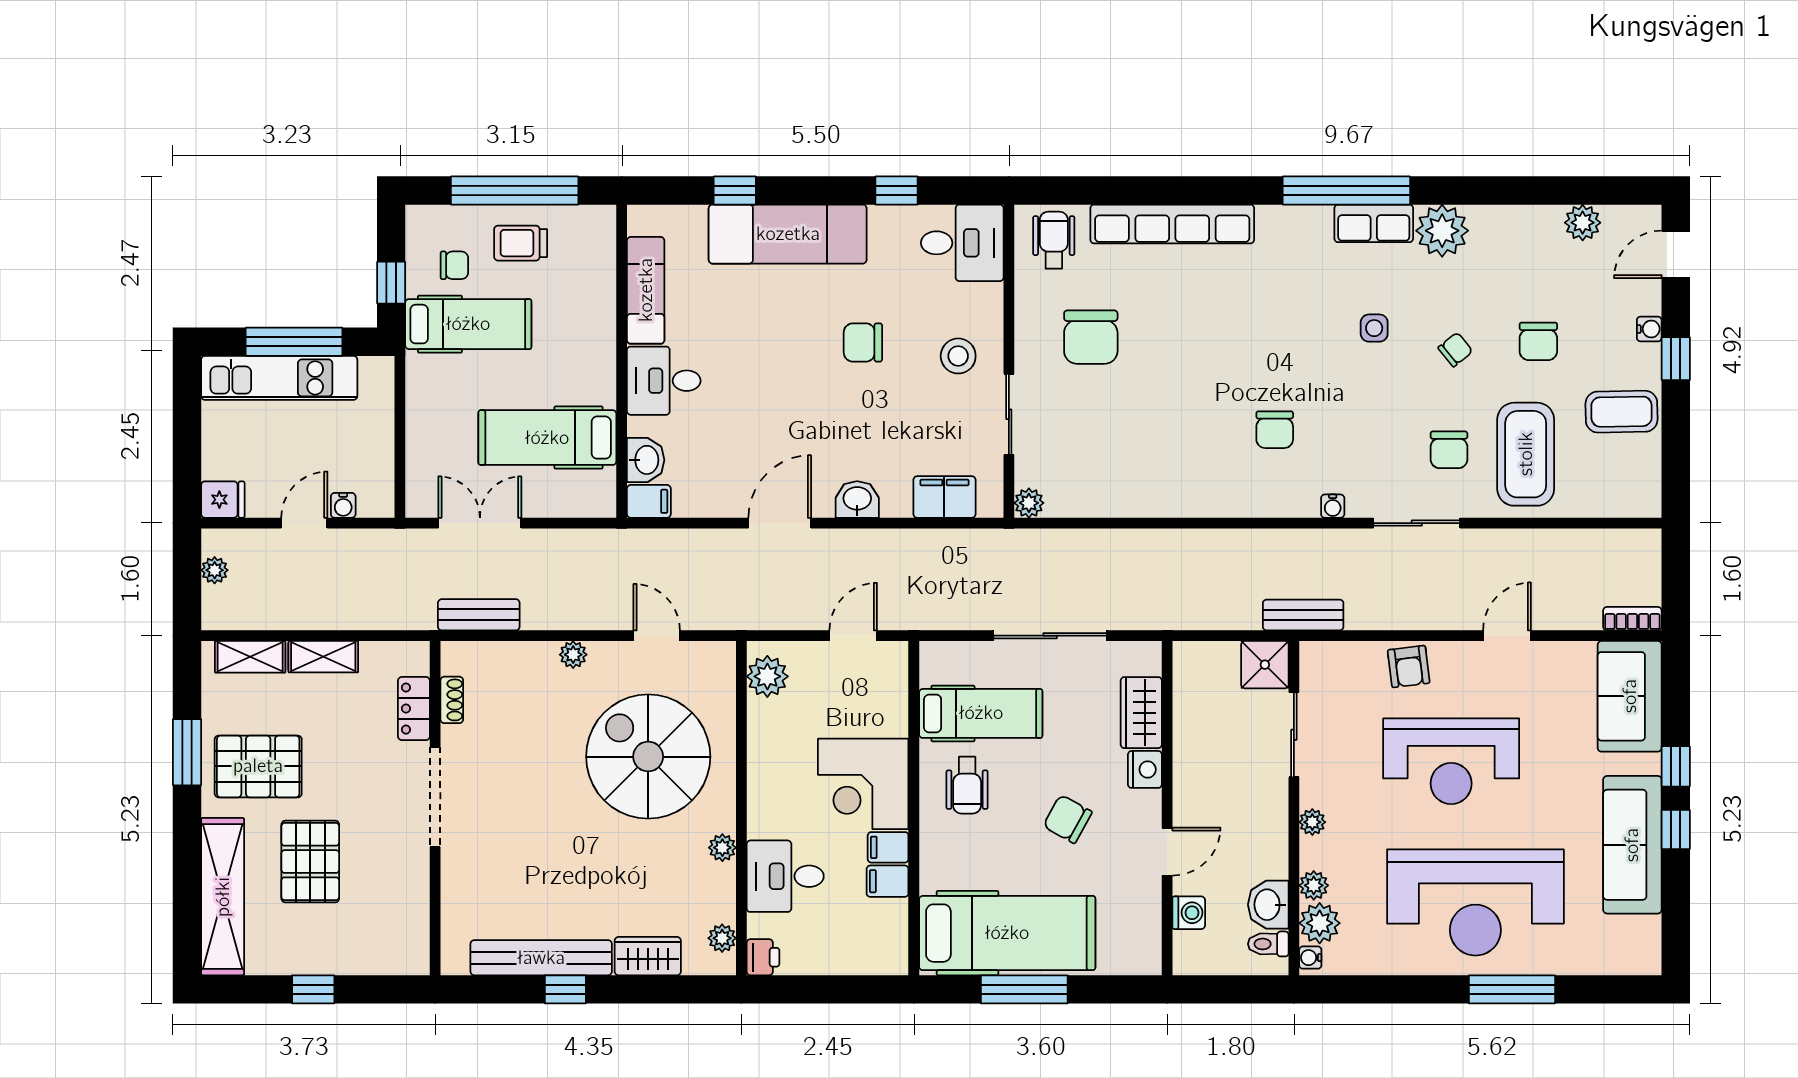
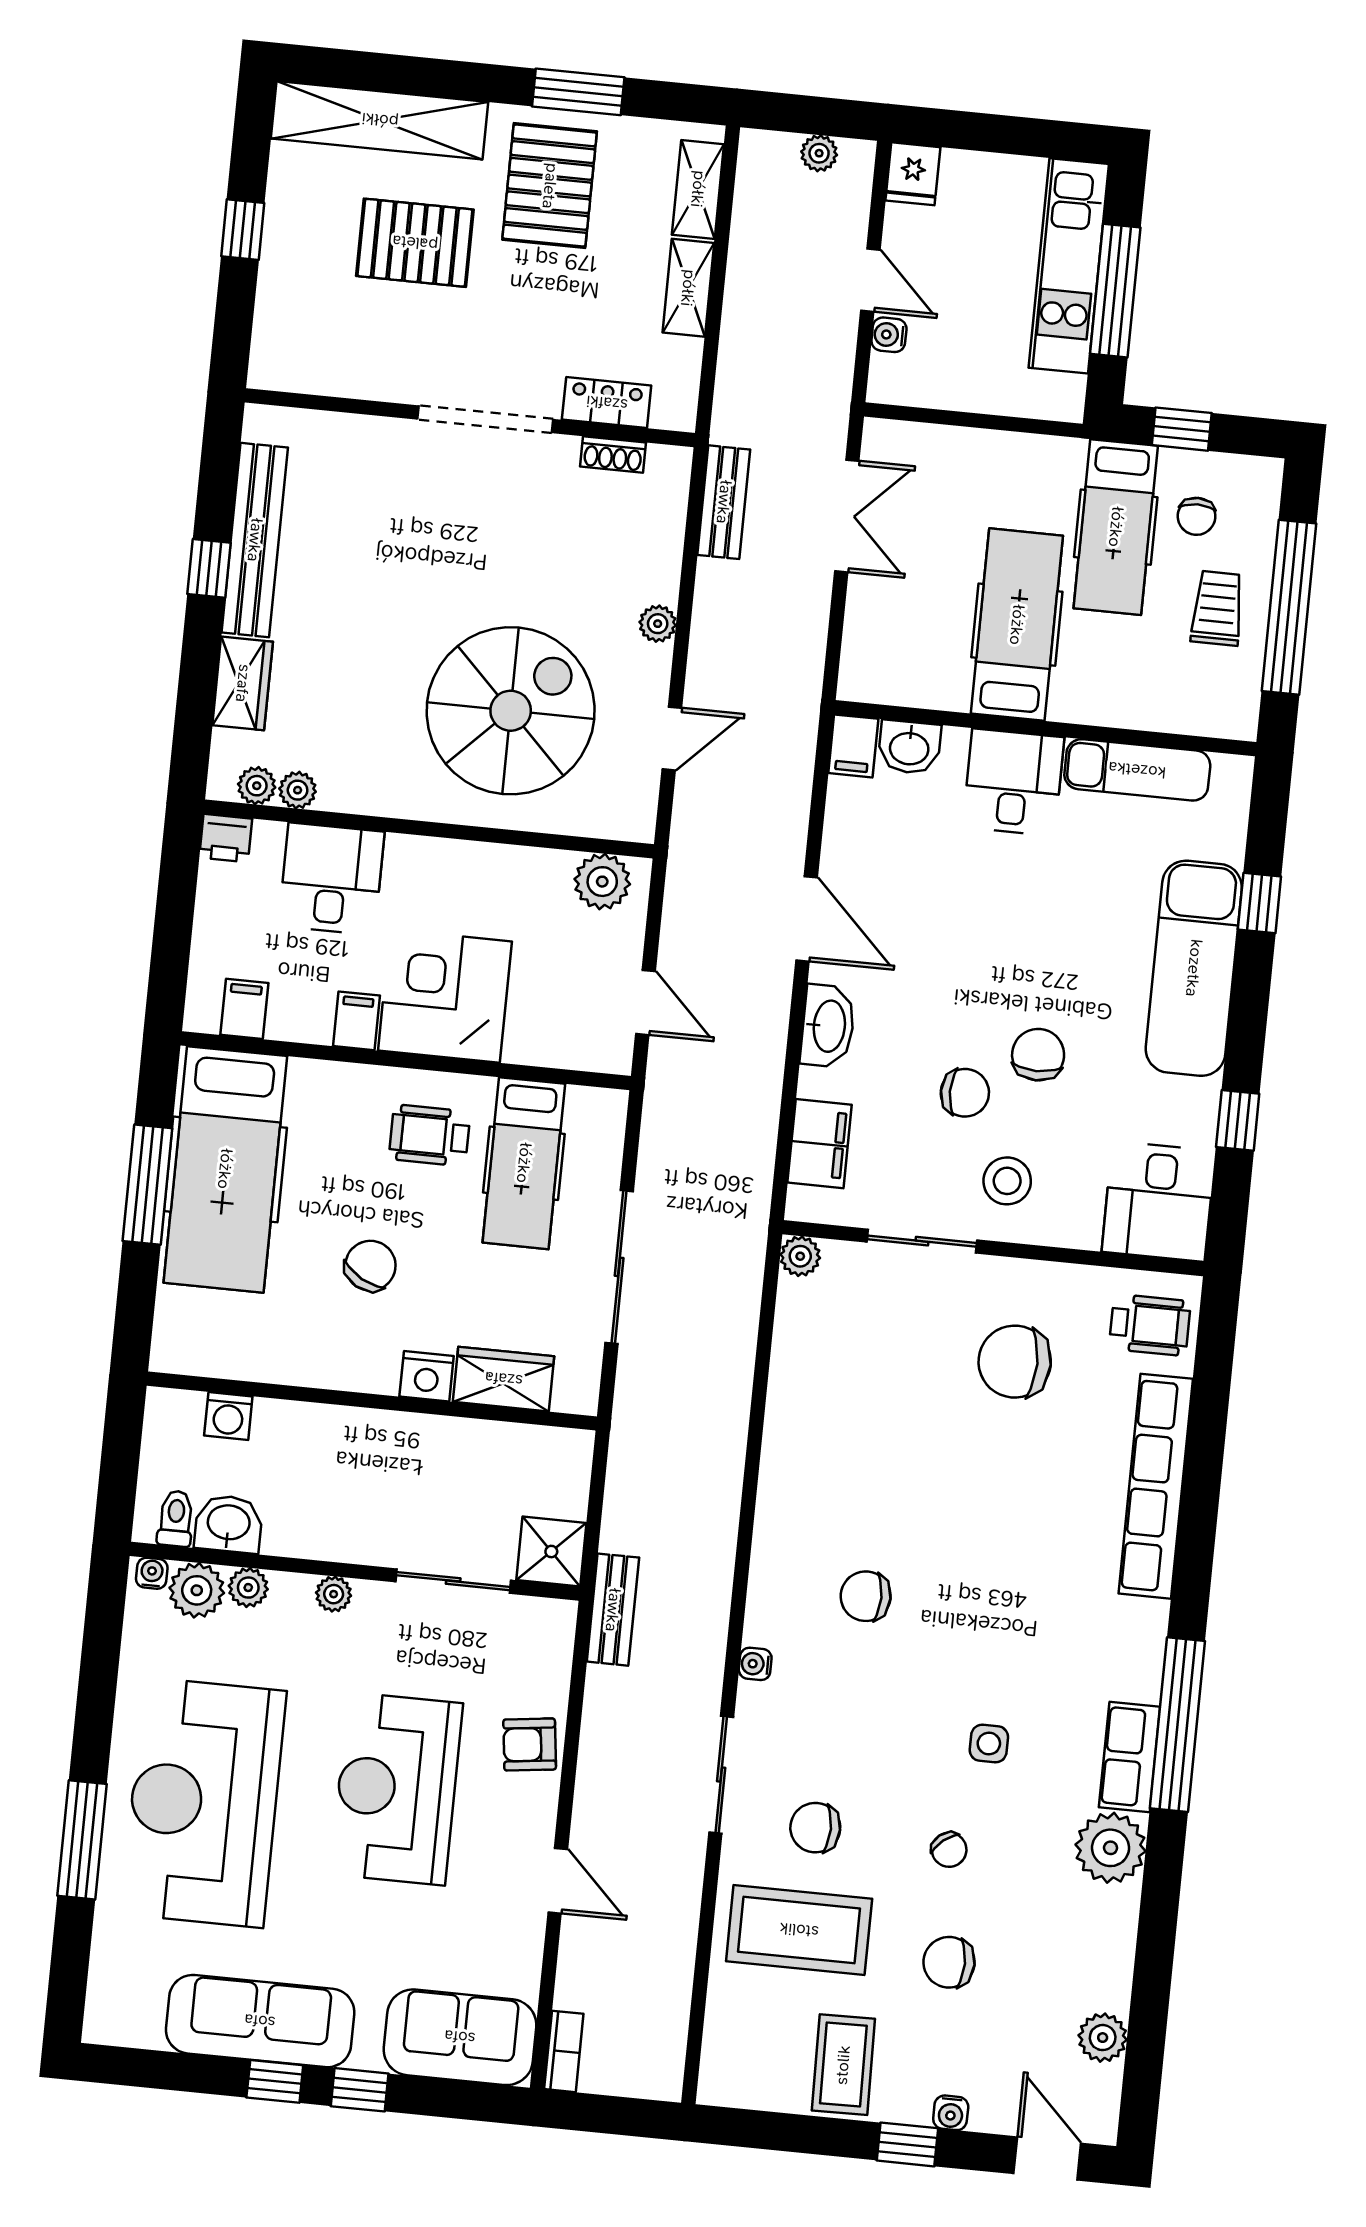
chair: (896, 394) -> (965, 1093), added
hospital bed: (547, 438) -> (1017, 625), moved
washbasin: (857, 499) -> (828, 1026), width x1.38
plant: (722, 848) -> (298, 790), moved
door: (1167, 852) -> (313, 1395), removed
filing cabinet: (888, 881) -> (244, 1009), moved

